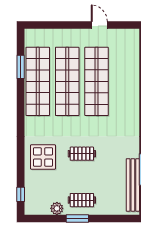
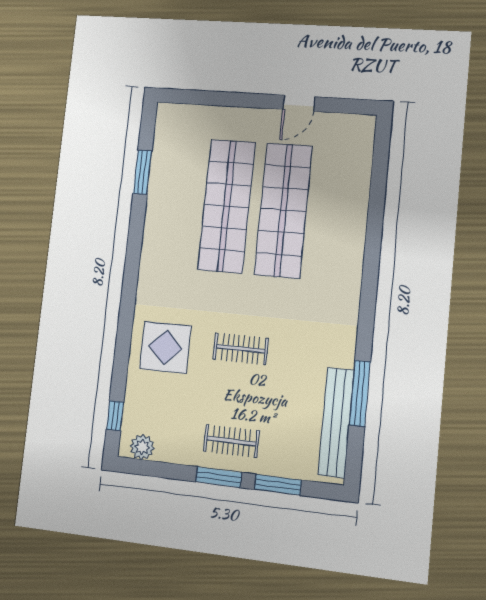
door: (99, 25) -> (299, 103), swing flipped
shop shelf: (38, 81) -> (171, 202), removed
plant: (57, 208) -> (142, 447), moved
window: (107, 219) -> (278, 485), added

